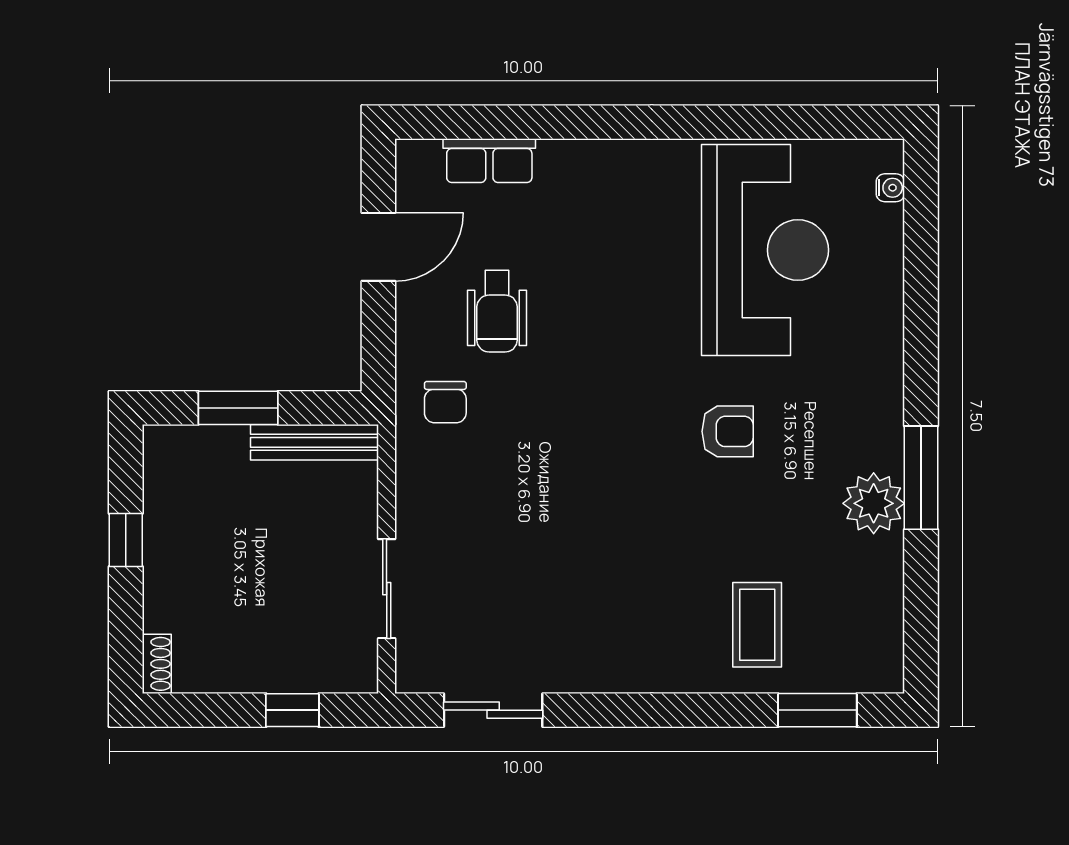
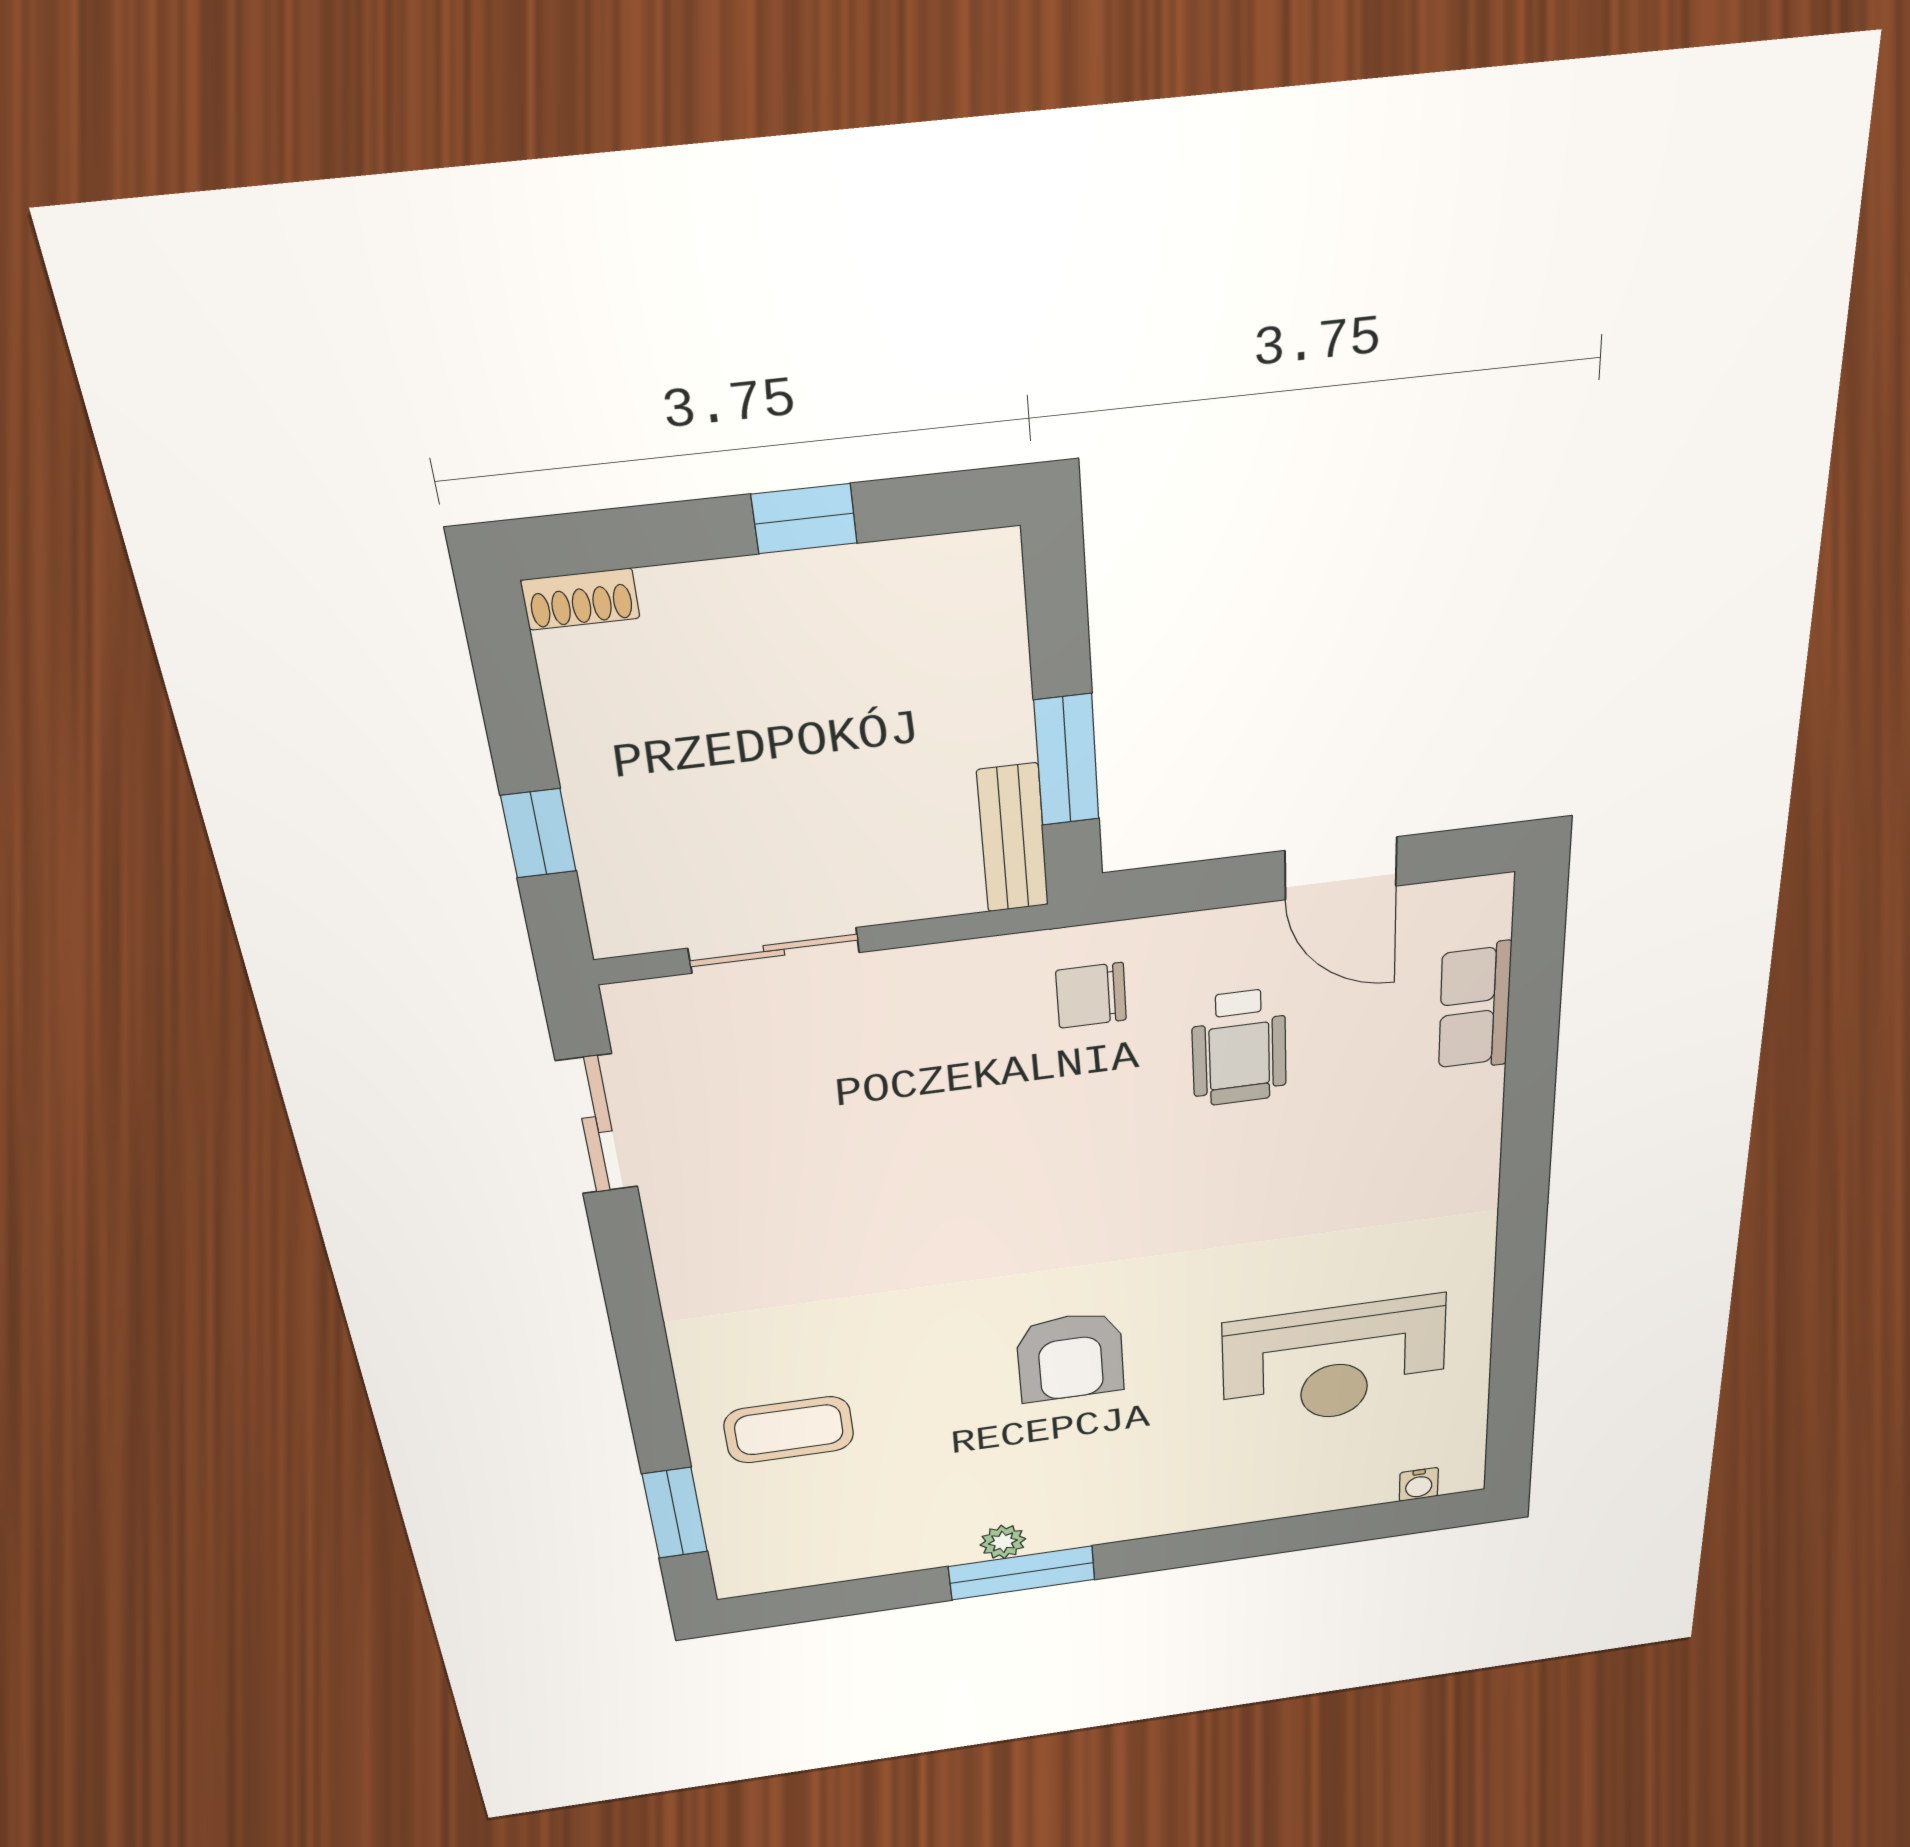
reception desk: (765, 250) -> (1334, 1363), width x0.74, depth x0.77
wheelchair: (497, 311) -> (1239, 1048), turned -90
window: (238, 408) -> (1067, 760), moved
armchair: (728, 431) -> (1070, 1357), width x1.38, depth x1.38
bench: (315, 442) -> (1013, 838), width x0.73
plant: (874, 503) -> (1003, 1542), width x0.53, depth x0.53

